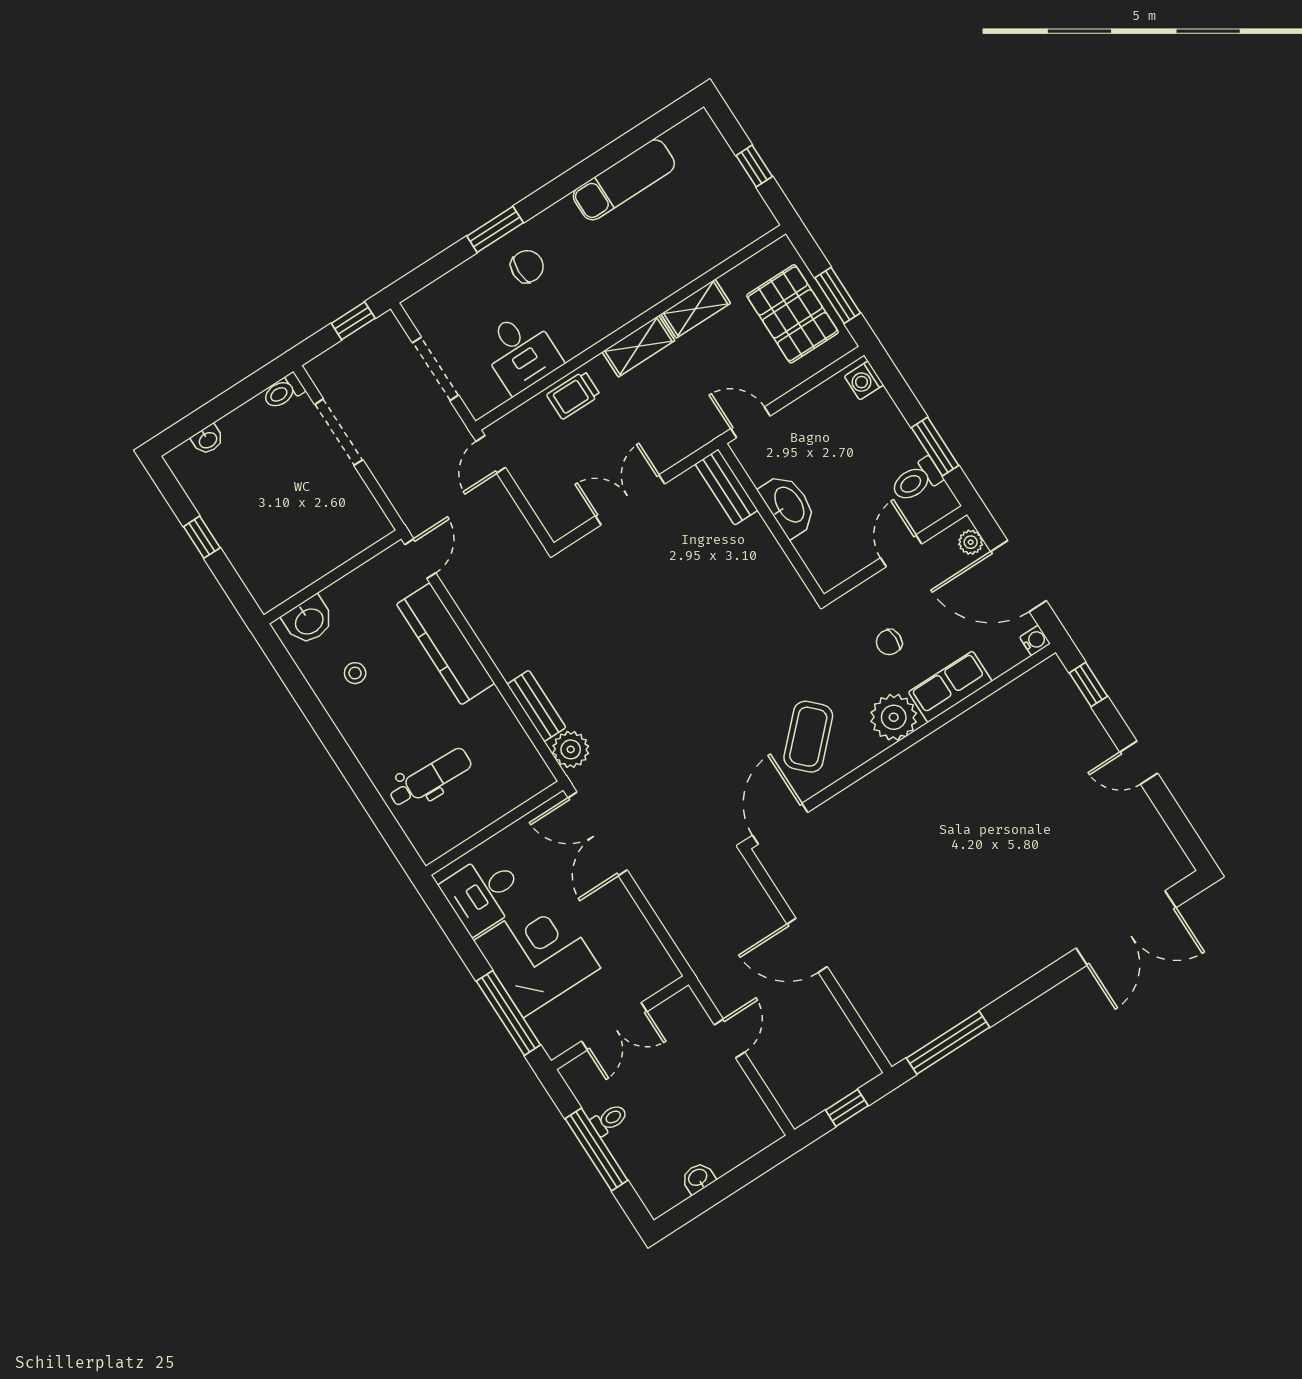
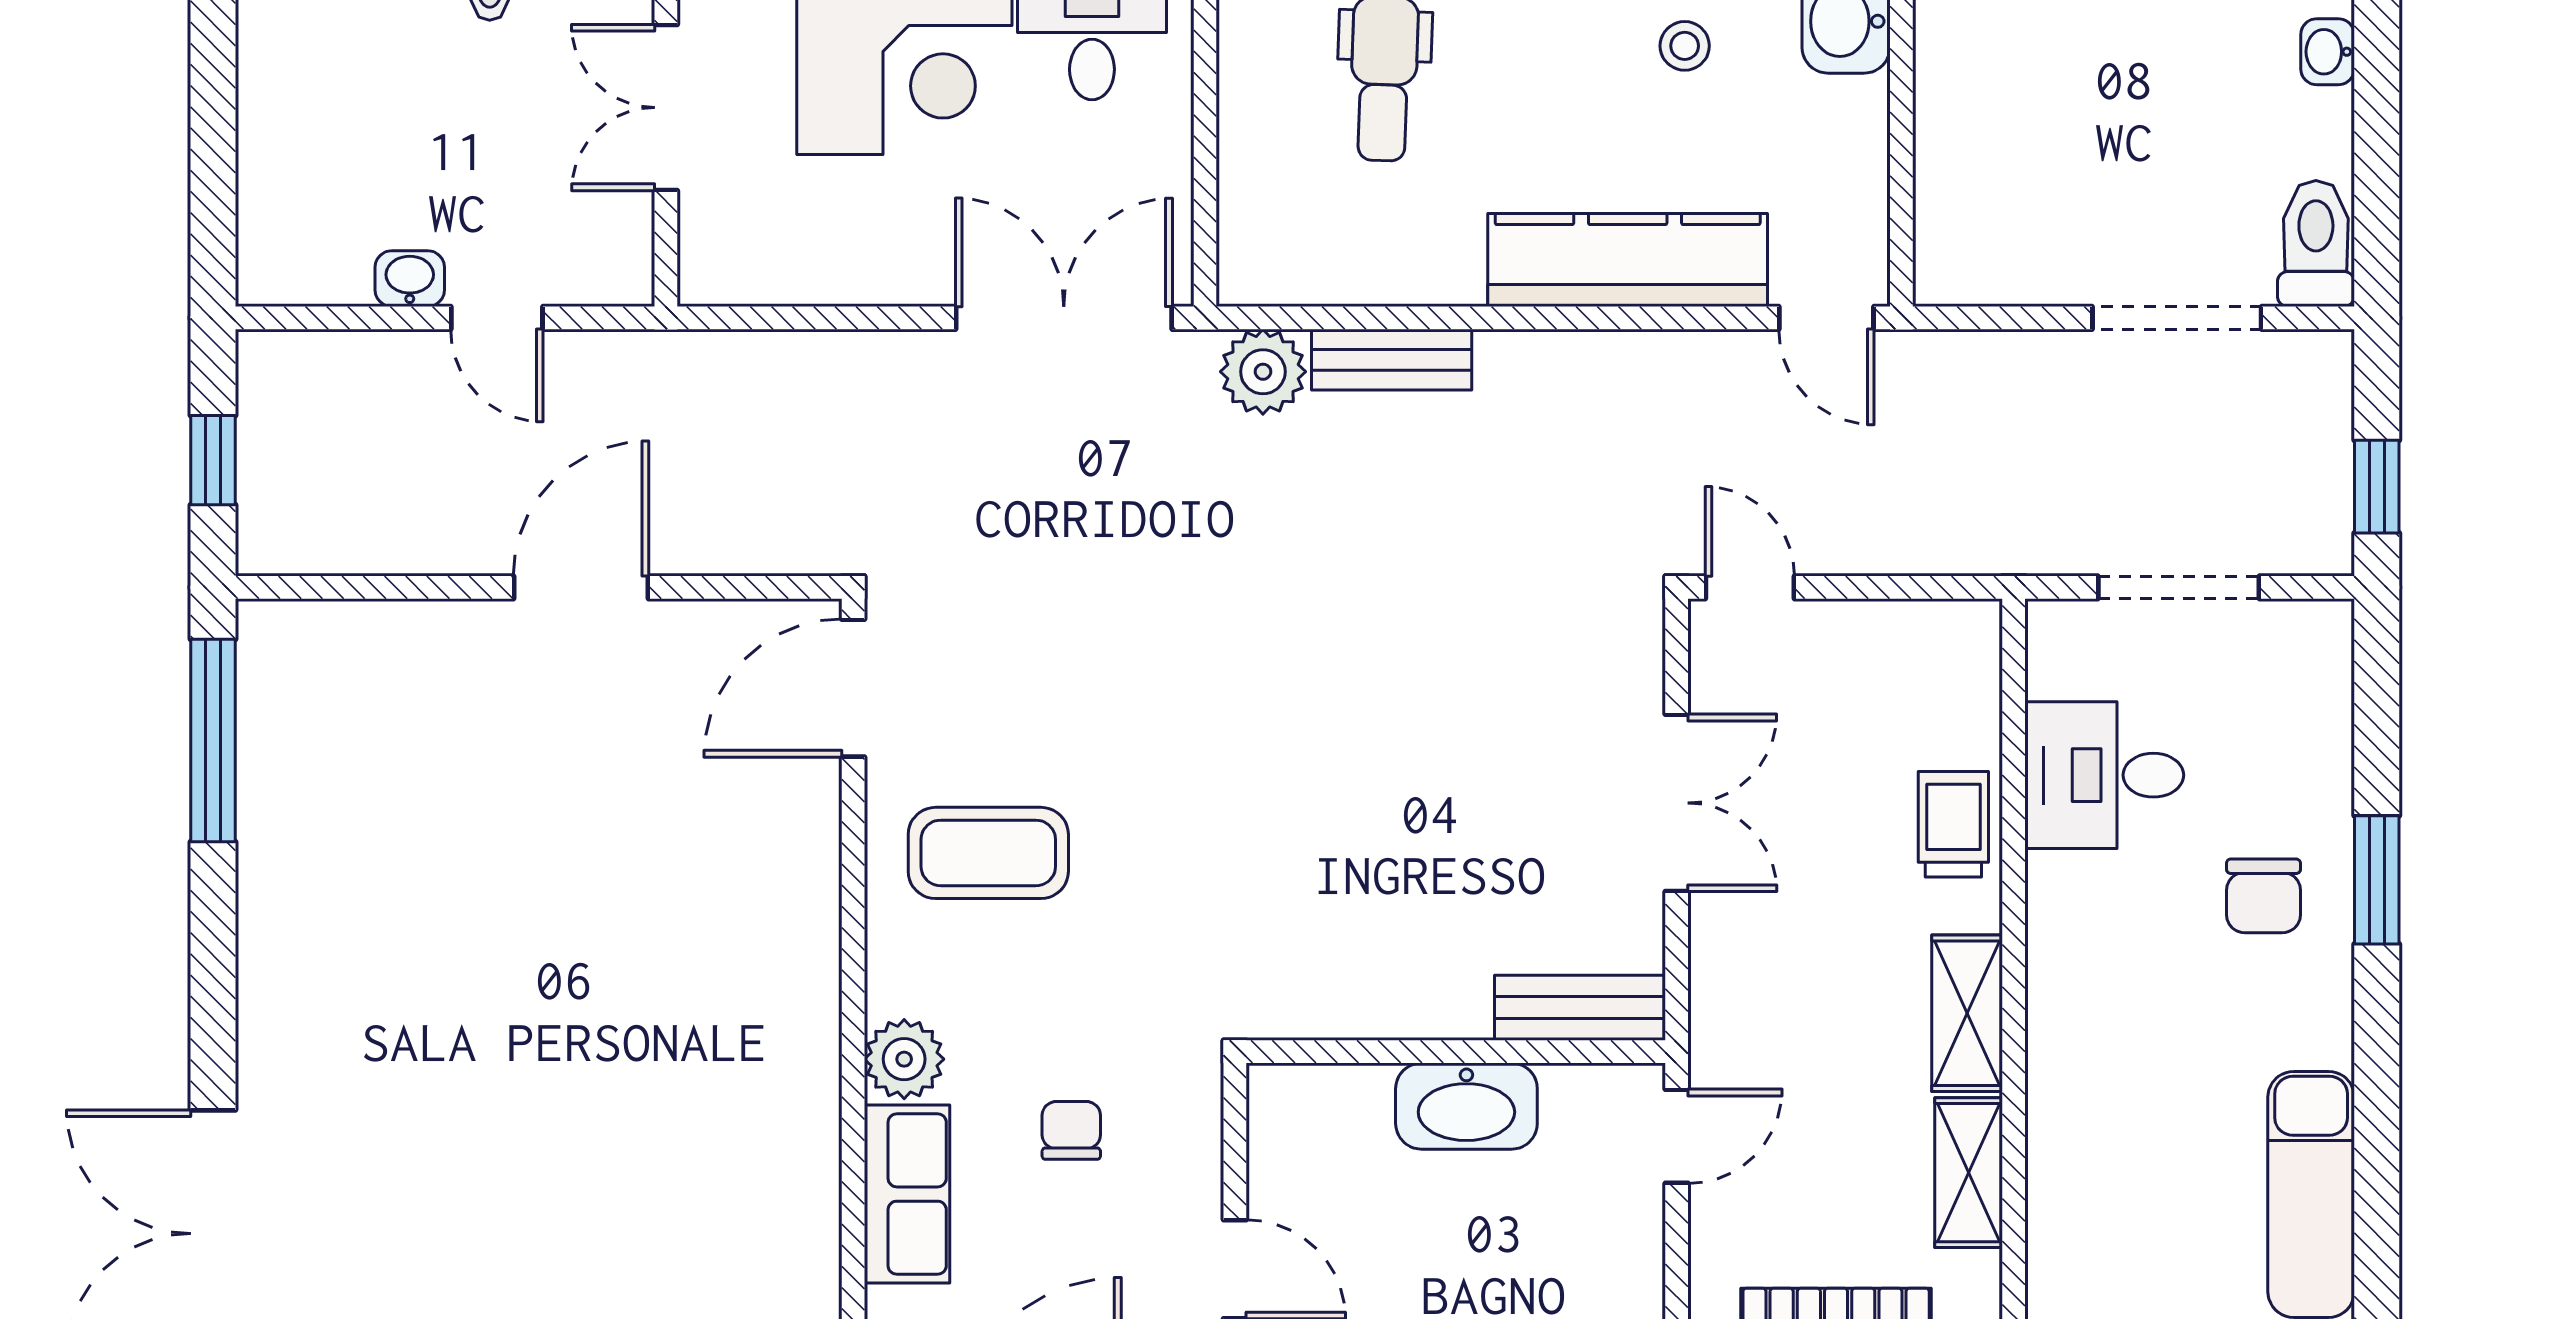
toilet: (283, 391) -> (2316, 243), width x1.37, depth x1.39
door: (491, 454) -> (1750, 587), moved
plant: (894, 717) -> (904, 1059), width x0.73, depth x0.73
coffee table: (808, 737) -> (988, 853), turned -45
door: (780, 824) -> (853, 688), swing flipped
washbasin: (698, 1178) -> (410, 279), moved, turned -90

